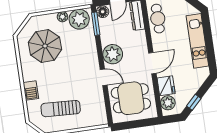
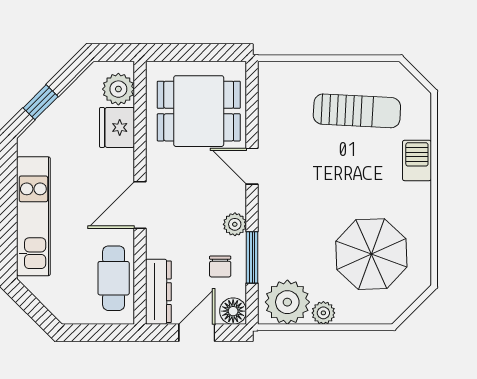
window: (96, 24) -> (252, 257), moved
chair: (111, 31) -> (220, 267), added
plant: (113, 54) -> (235, 224), width x0.53, depth x0.53
door: (152, 63) -> (140, 205), moved
window: (194, 102) -> (41, 102), moved

